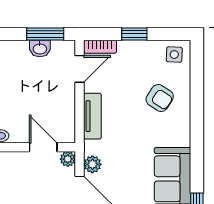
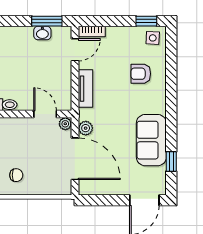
window: (134, 34) -> (146, 21), moved
armchair: (160, 98) -> (141, 74), turned 147

